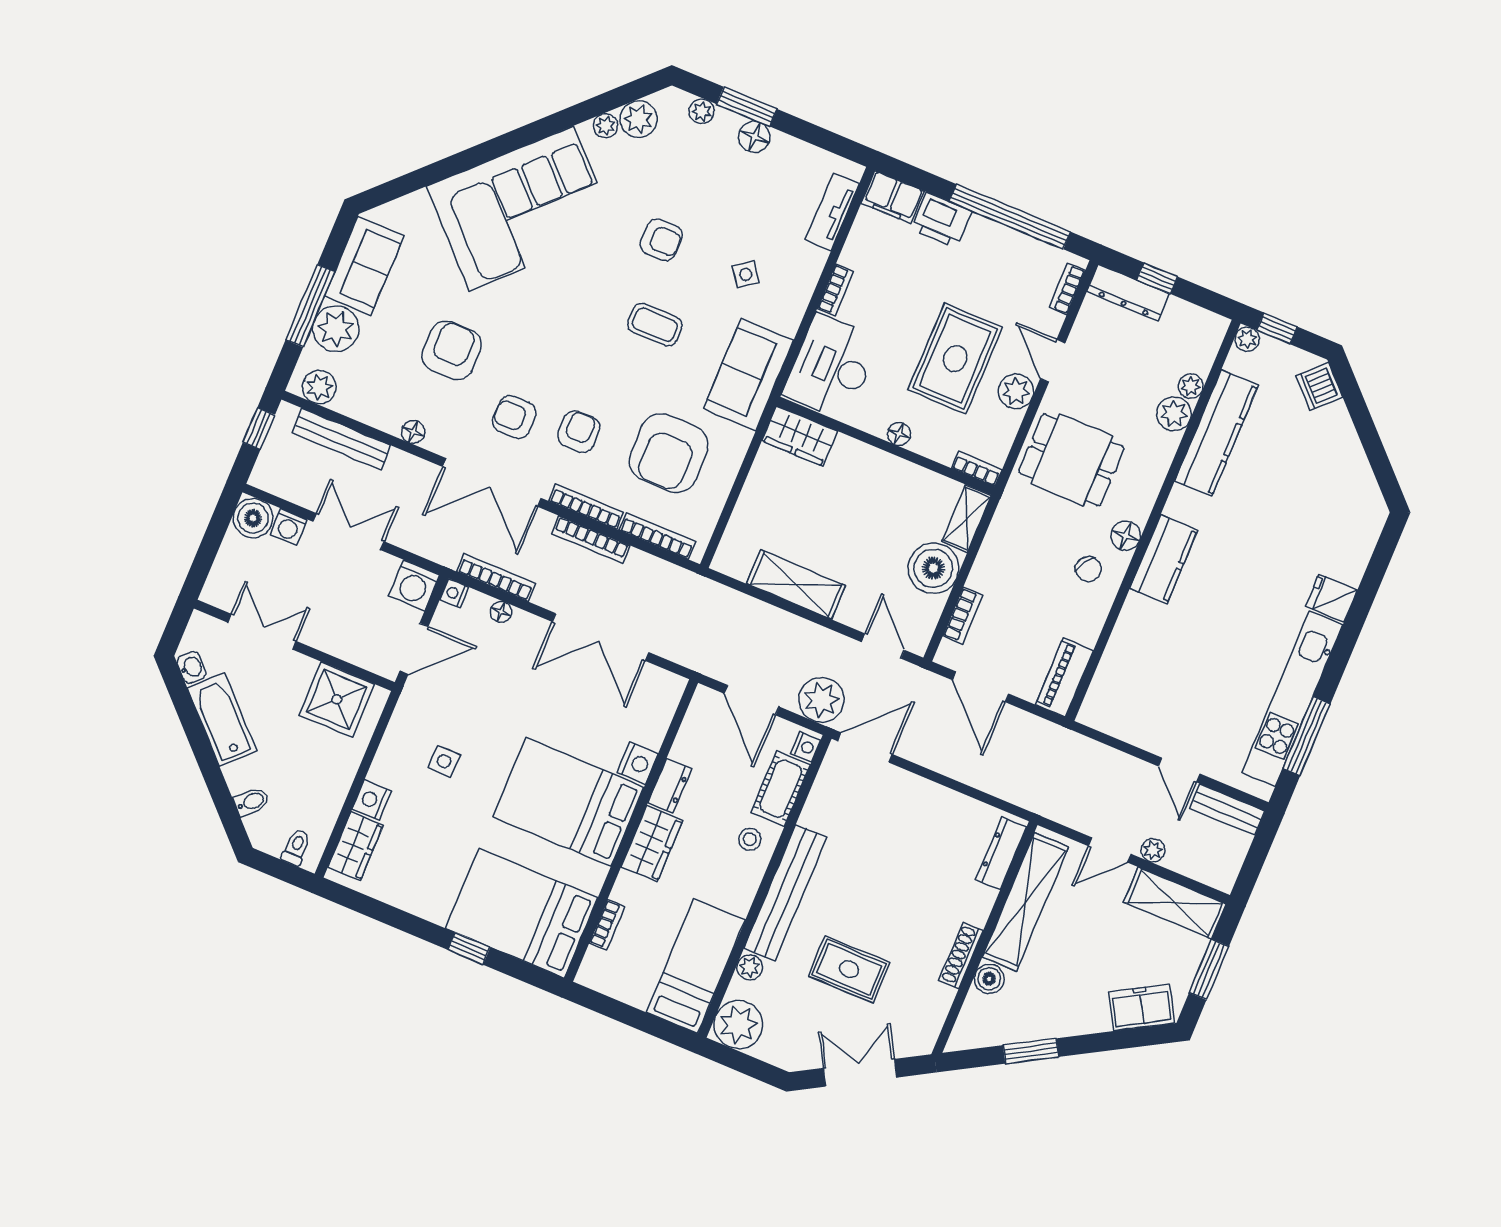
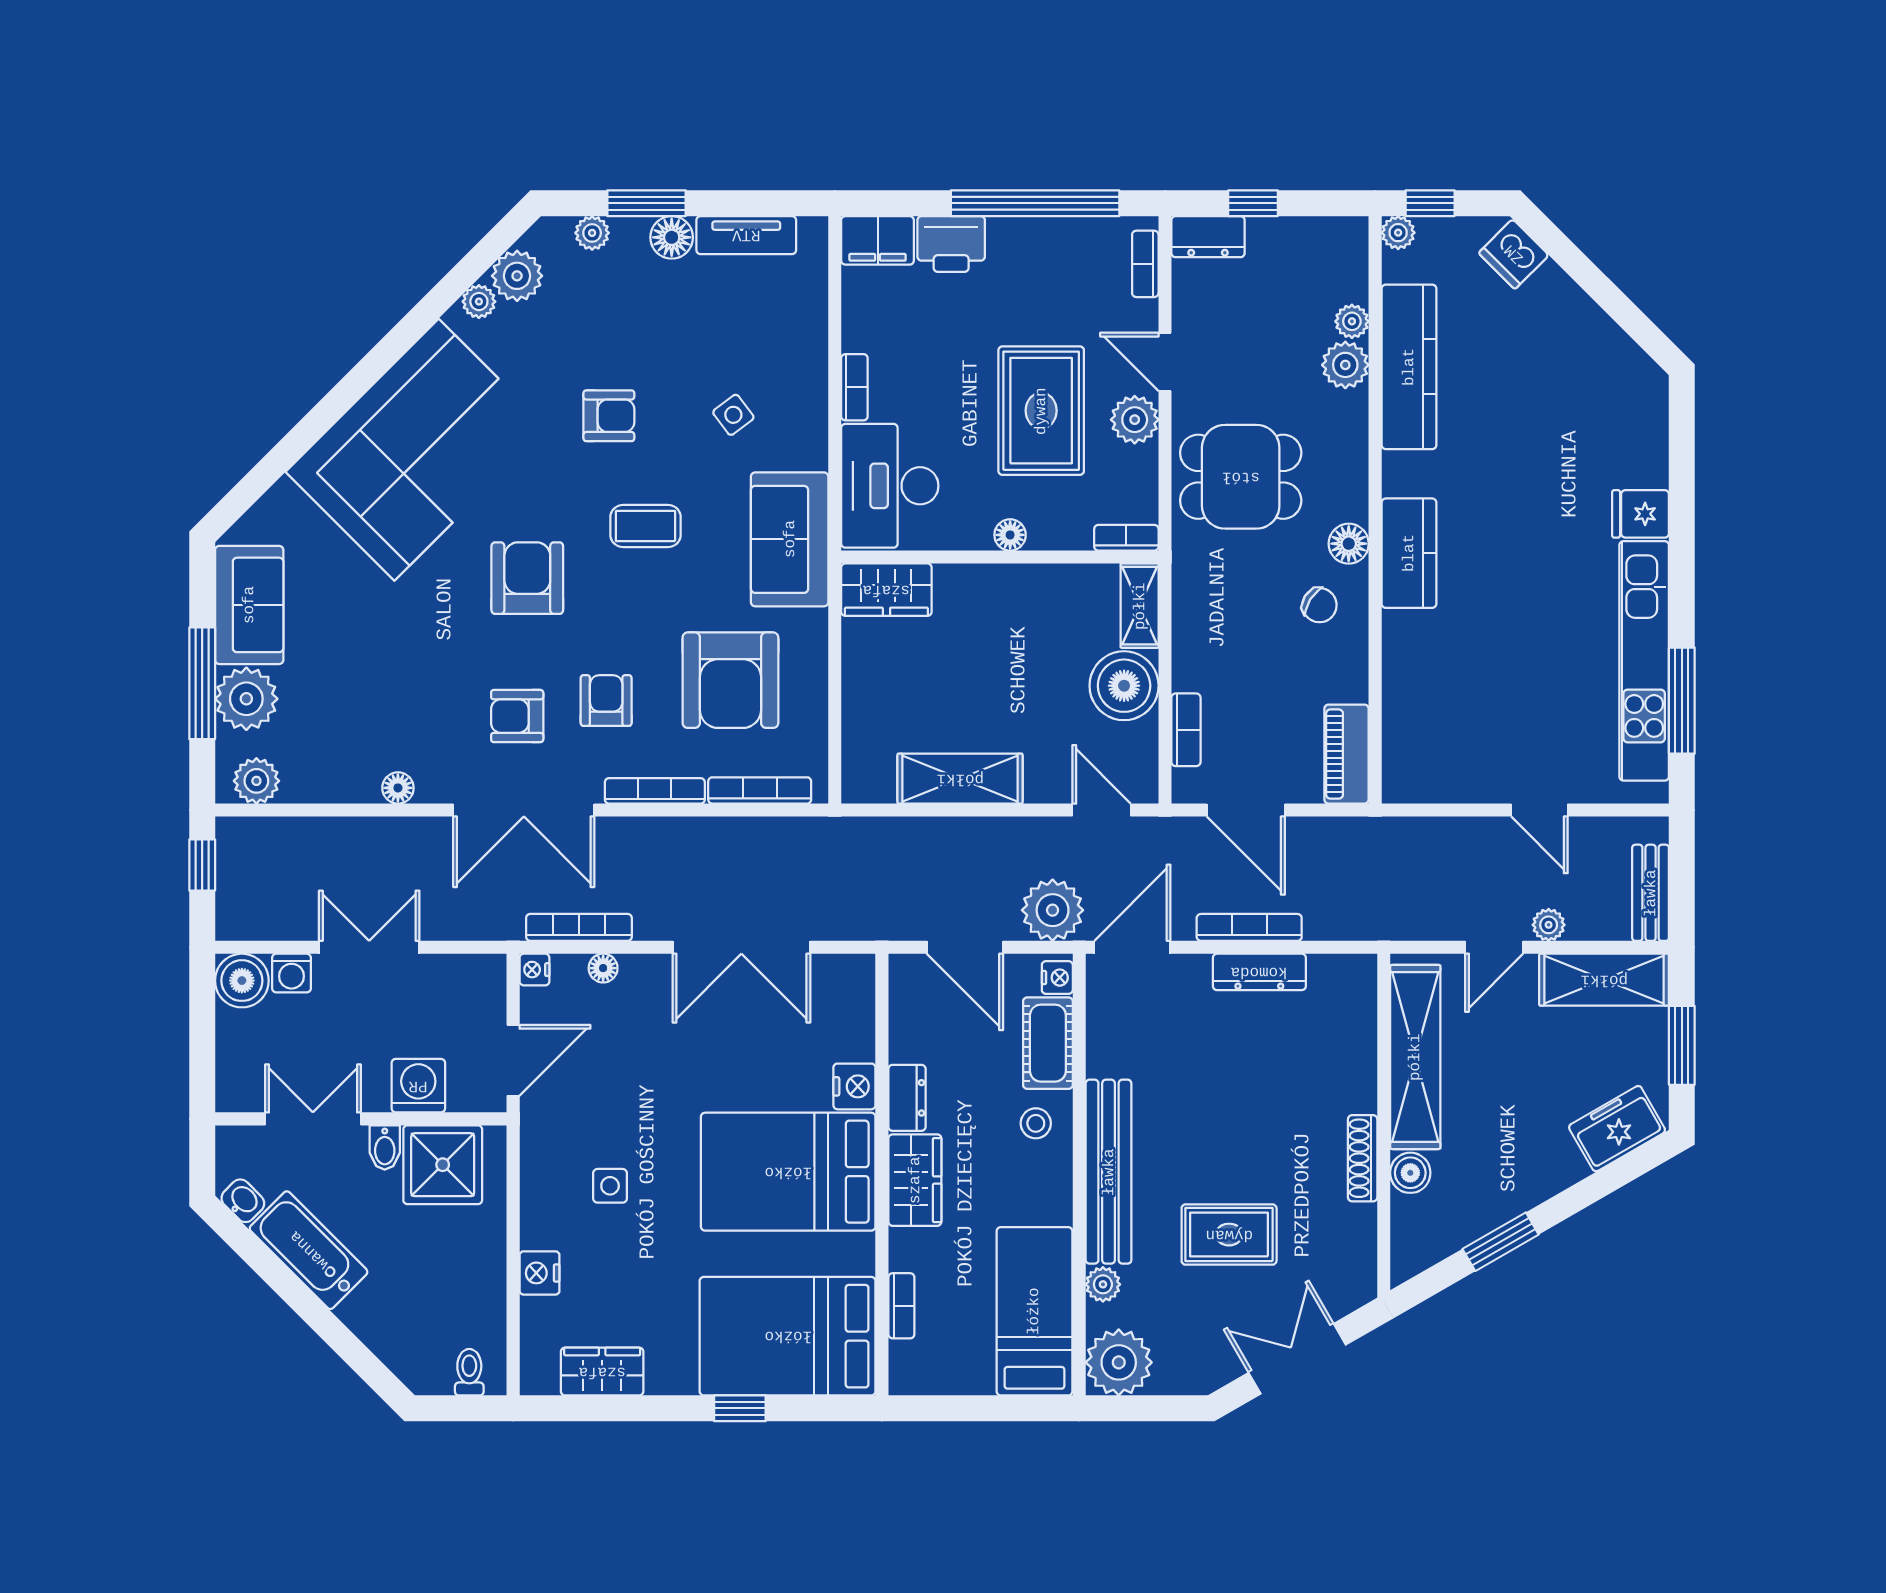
tv unit: (832, 212) -> (746, 235), moved, turned -90
dresser: (1128, 293) -> (1208, 237), width x0.70
armchair: (452, 350) -> (527, 578), moved
bench: (341, 439) -> (311, 835), removed
bookcase: (591, 540) -> (1249, 927), moved, turned 180
washing machine: (414, 585) -> (418, 1086), moved, turned 180
bidet: (251, 802) -> (385, 1147), moved, turned 135
bench: (1227, 810) -> (1651, 893), moved, turned 90
wardrobe: (355, 846) -> (602, 1372), moved, turned -90
dresser: (1001, 853) -> (1259, 972), moved, turned -90

